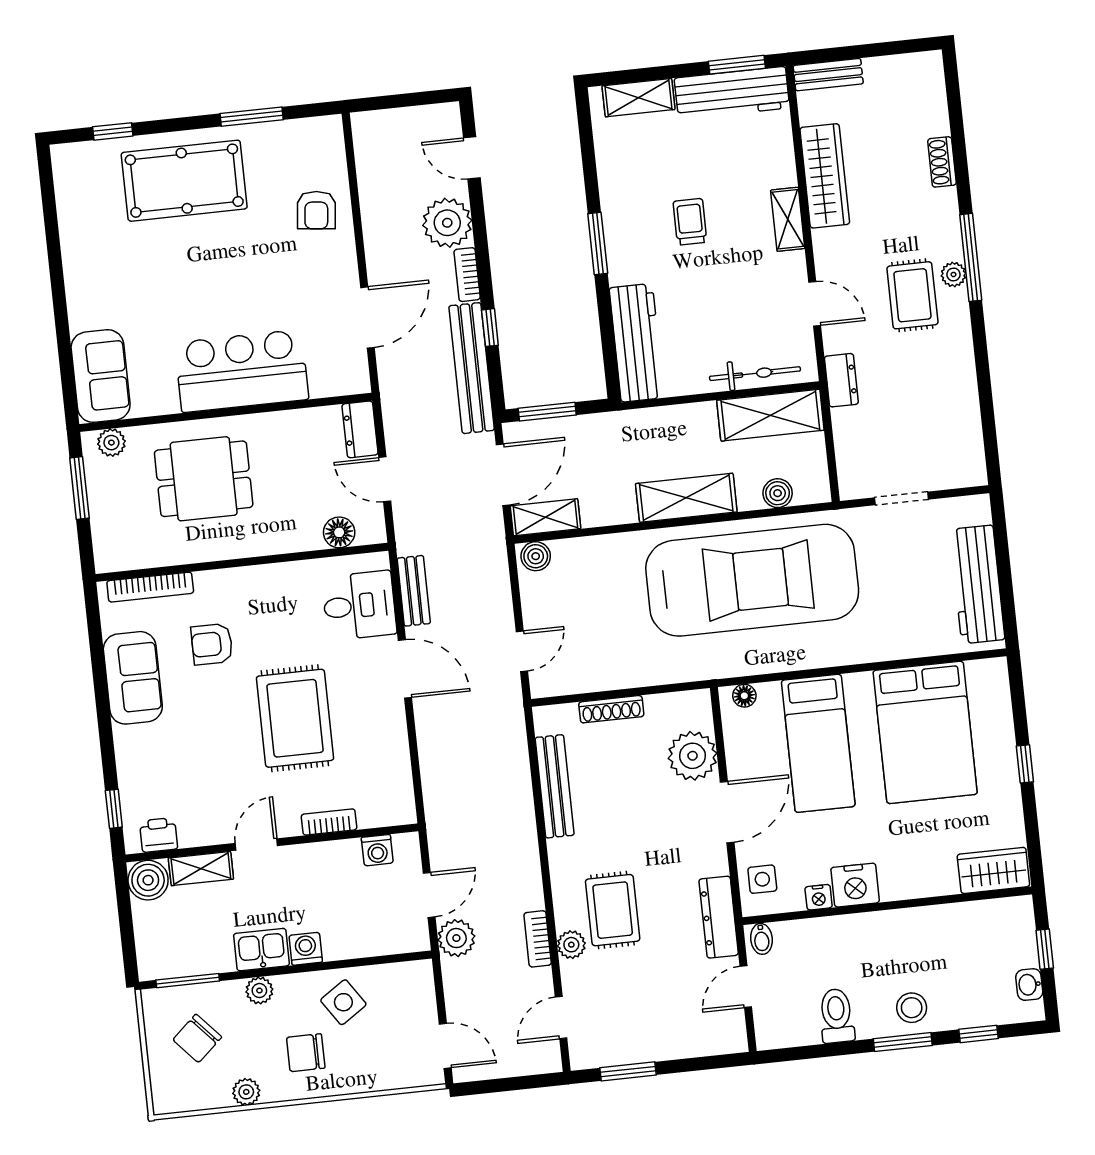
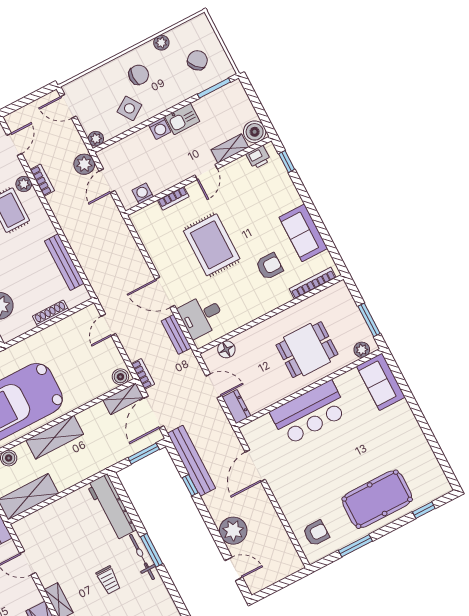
armchair: (316, 210) -> (316, 533), moved, turned 84
bookcase: (467, 275) -> (143, 374), moved
bicycle: (755, 374) -> (142, 557), moved, turned 90
plant: (259, 991) -> (96, 139), moved

